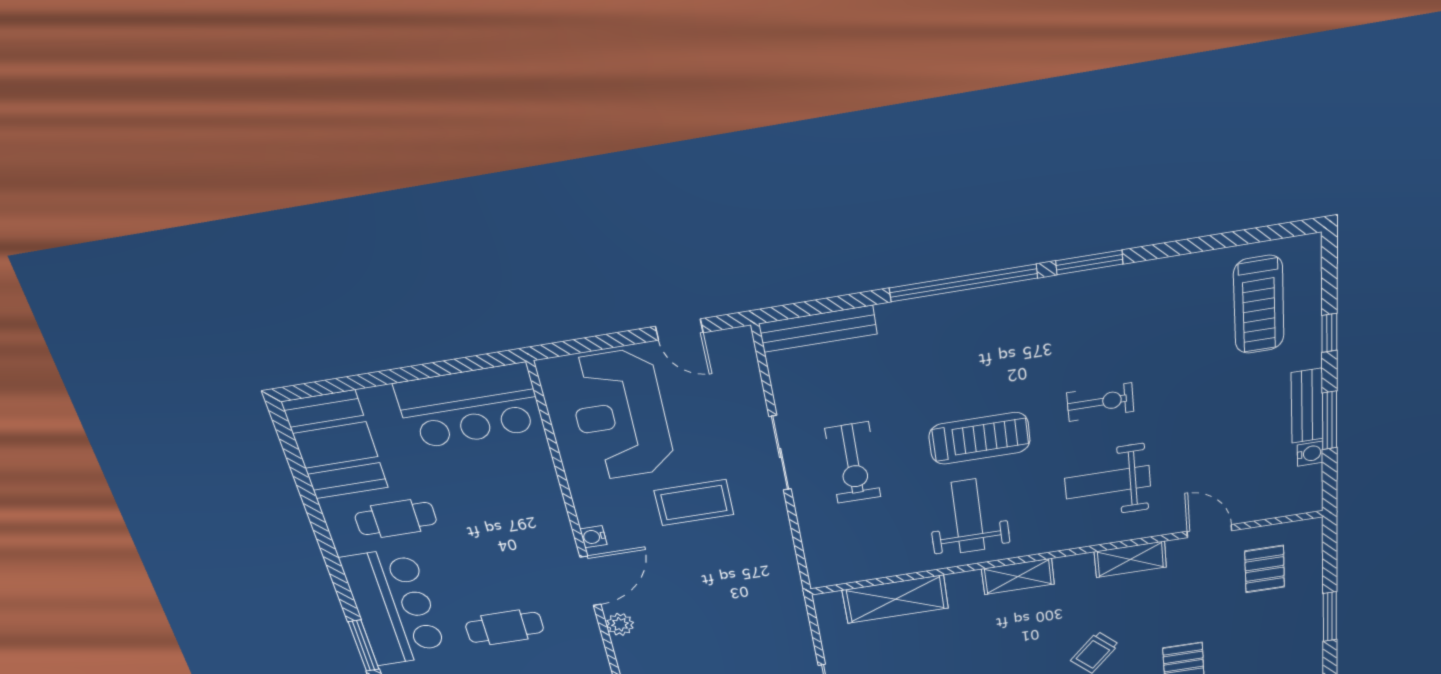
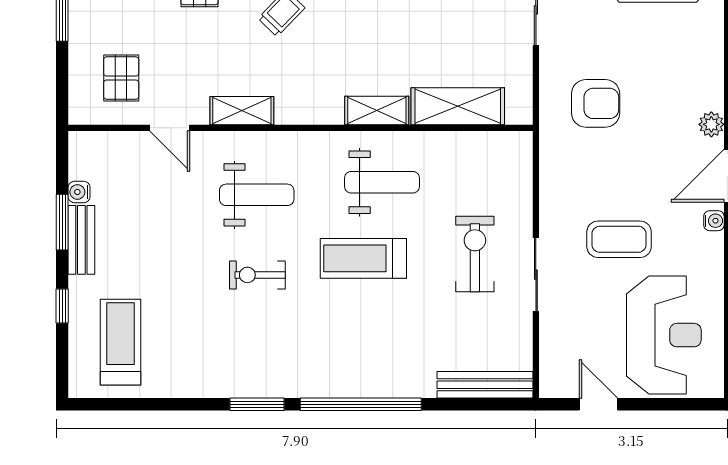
weight bench: (968, 516) -> (382, 182), turned -90
shelving: (1018, 576) -> (377, 111), moved
armchair: (748, 624) -> (596, 103), added

